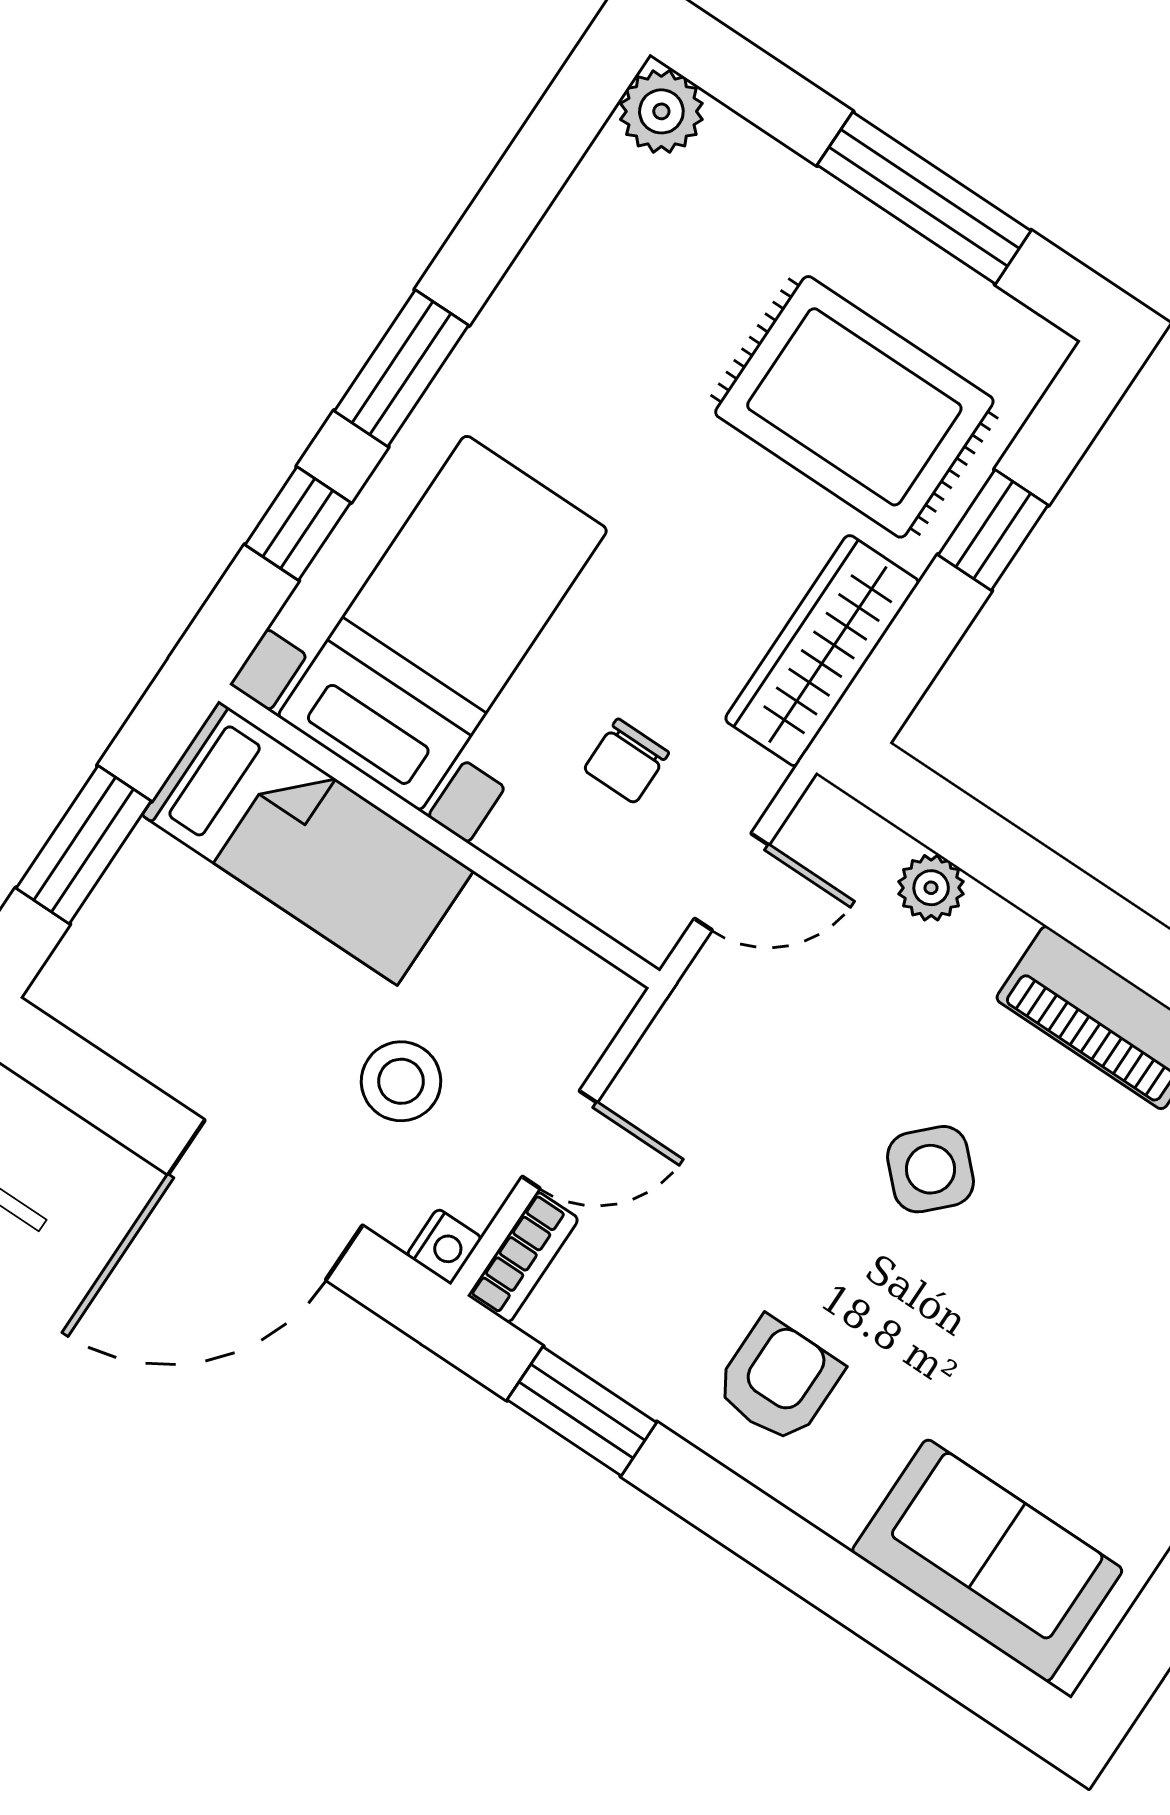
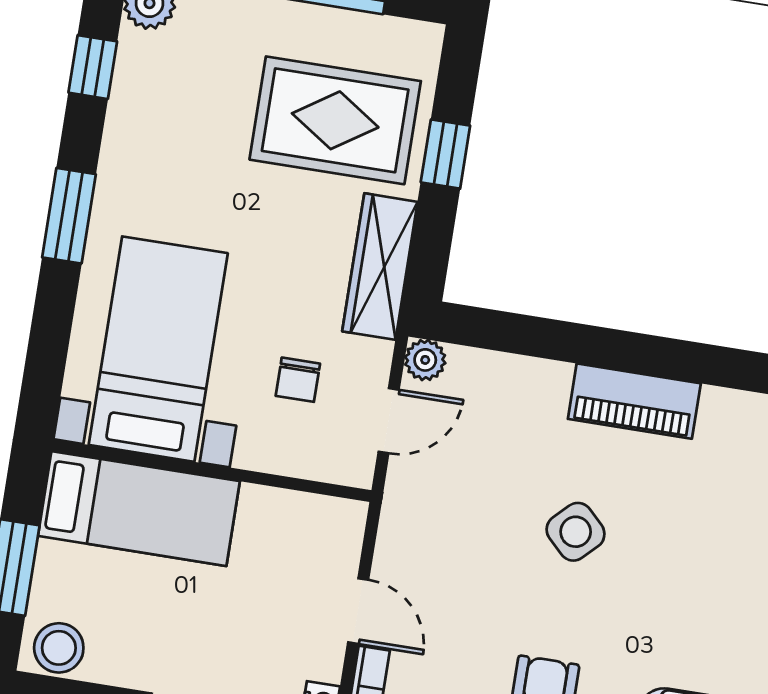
window: (298, 524) -> (93, 67), moved
plant: (931, 888) -> (425, 360), moved
stool: (401, 1081) -> (59, 648), moved
door: (560, 1140) -> (358, 611), hinge flipped

